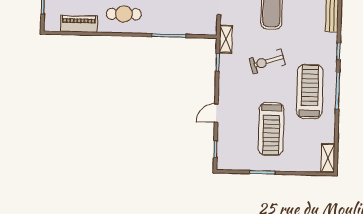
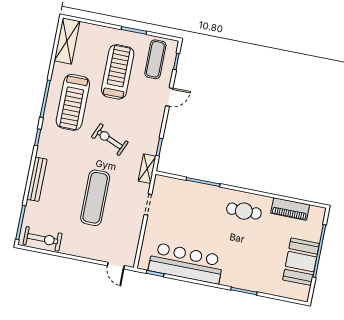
exercise bike: (267, 61) -> (110, 139), turned -139
exercise mat: (236, 148) -> (155, 59), added
shelving: (328, 158) -> (67, 41), width x1.50, depth x1.33

